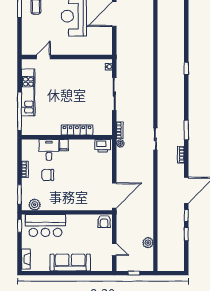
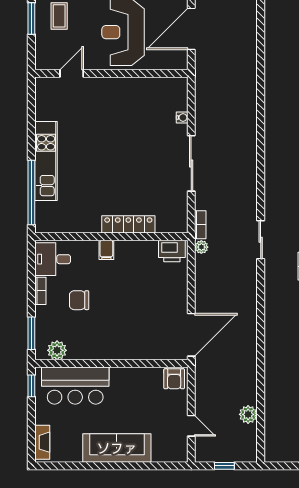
door: (43, 57) -> (72, 73), moved
wall: (67, 57) -> (111, 73), moved
desk: (49, 150) -> (53, 259), moved, turned -90

